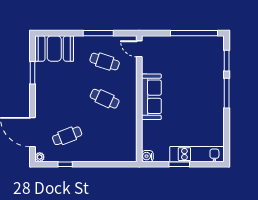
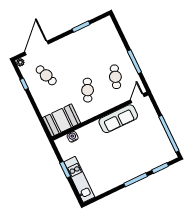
booth: (54, 49) -> (62, 120), moved, turned 90
sofa: (151, 97) -> (118, 119), moved
water cooler: (147, 156) -> (73, 137), moved

